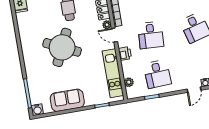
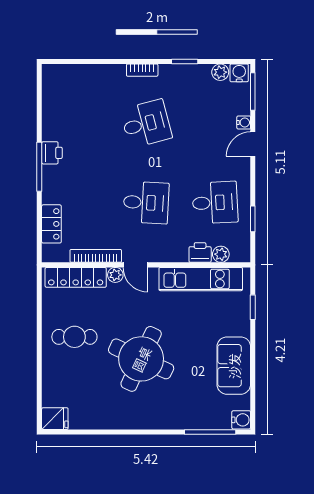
door: (115, 35) -> (135, 265), hinge flipped
printer: (125, 53) -> (200, 252), moved
door: (194, 90) -> (253, 144), swing flipped

